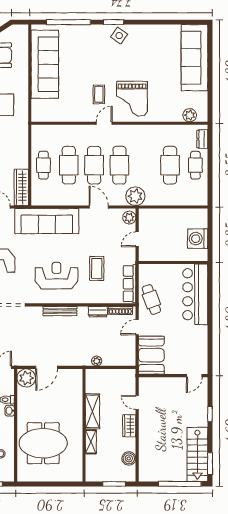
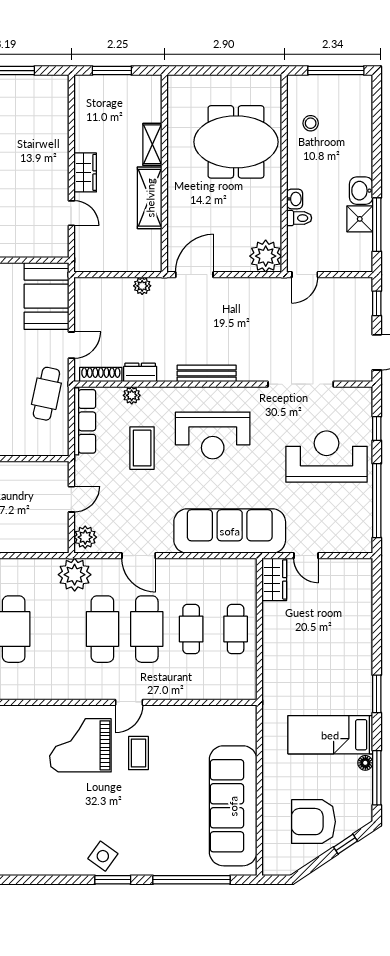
grand piano: (132, 99) -> (80, 745), turned -90
cafe table: (69, 165) -> (191, 629), width x0.73, depth x0.74
wardrobe: (21, 187) -> (274, 579), width x0.67
plant: (103, 299) -> (132, 395), added
cafe table: (151, 299) -> (46, 394), turned 32
door: (47, 367) -> (194, 275), moved
boiler: (129, 458) -> (86, 115), removed

